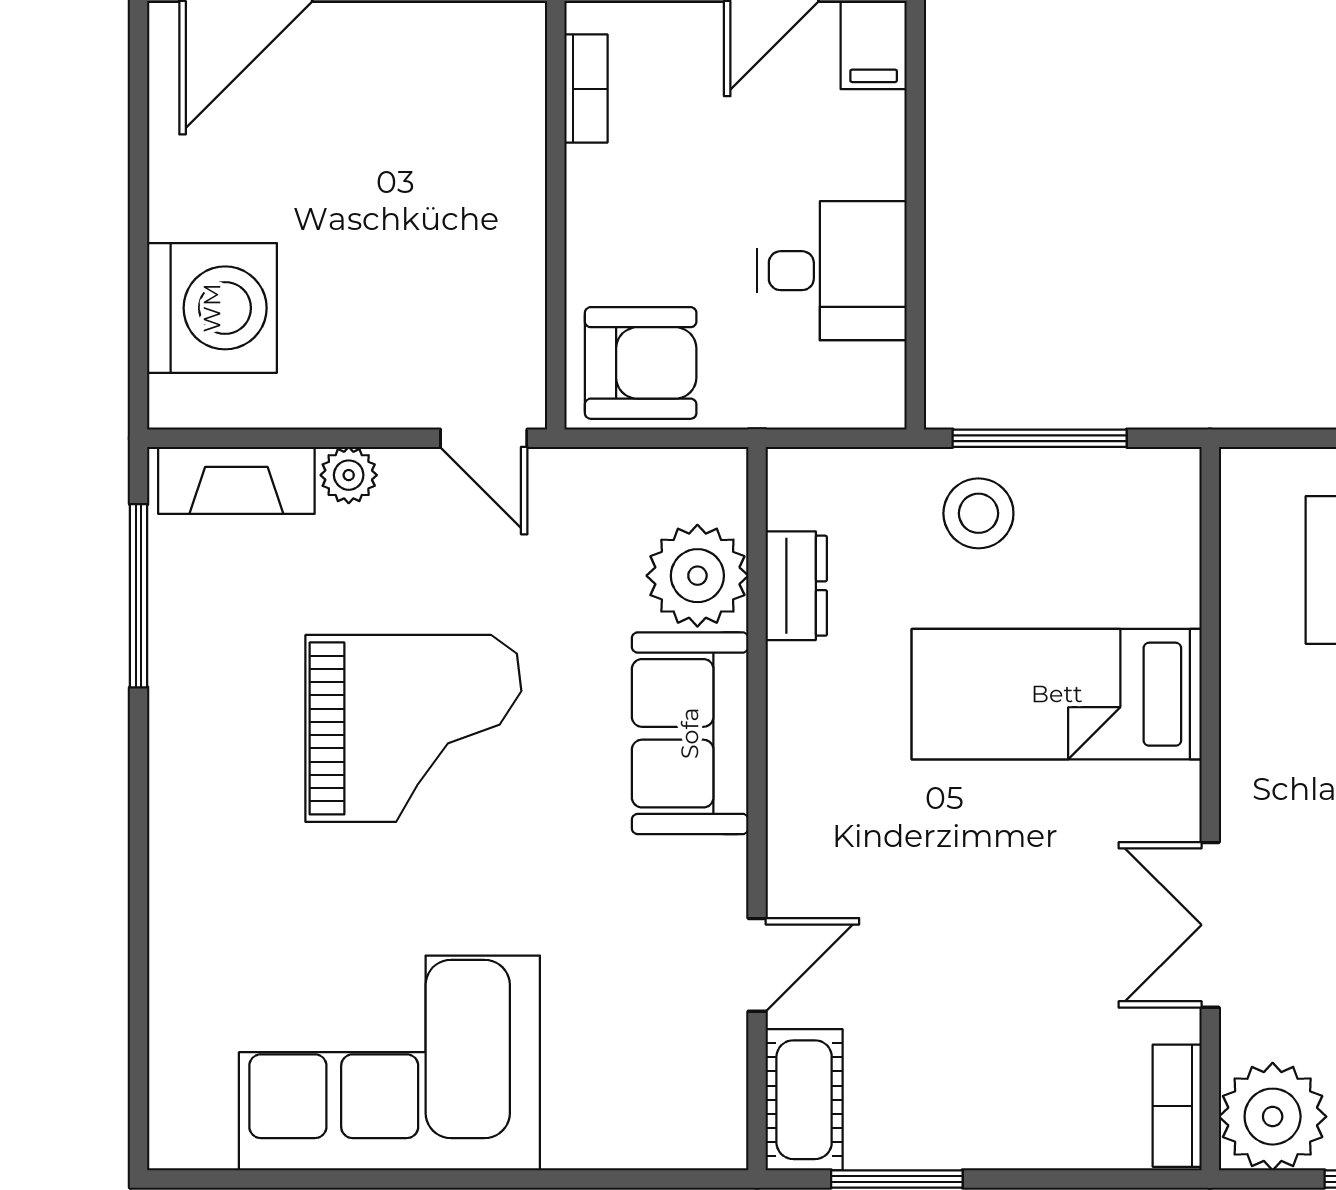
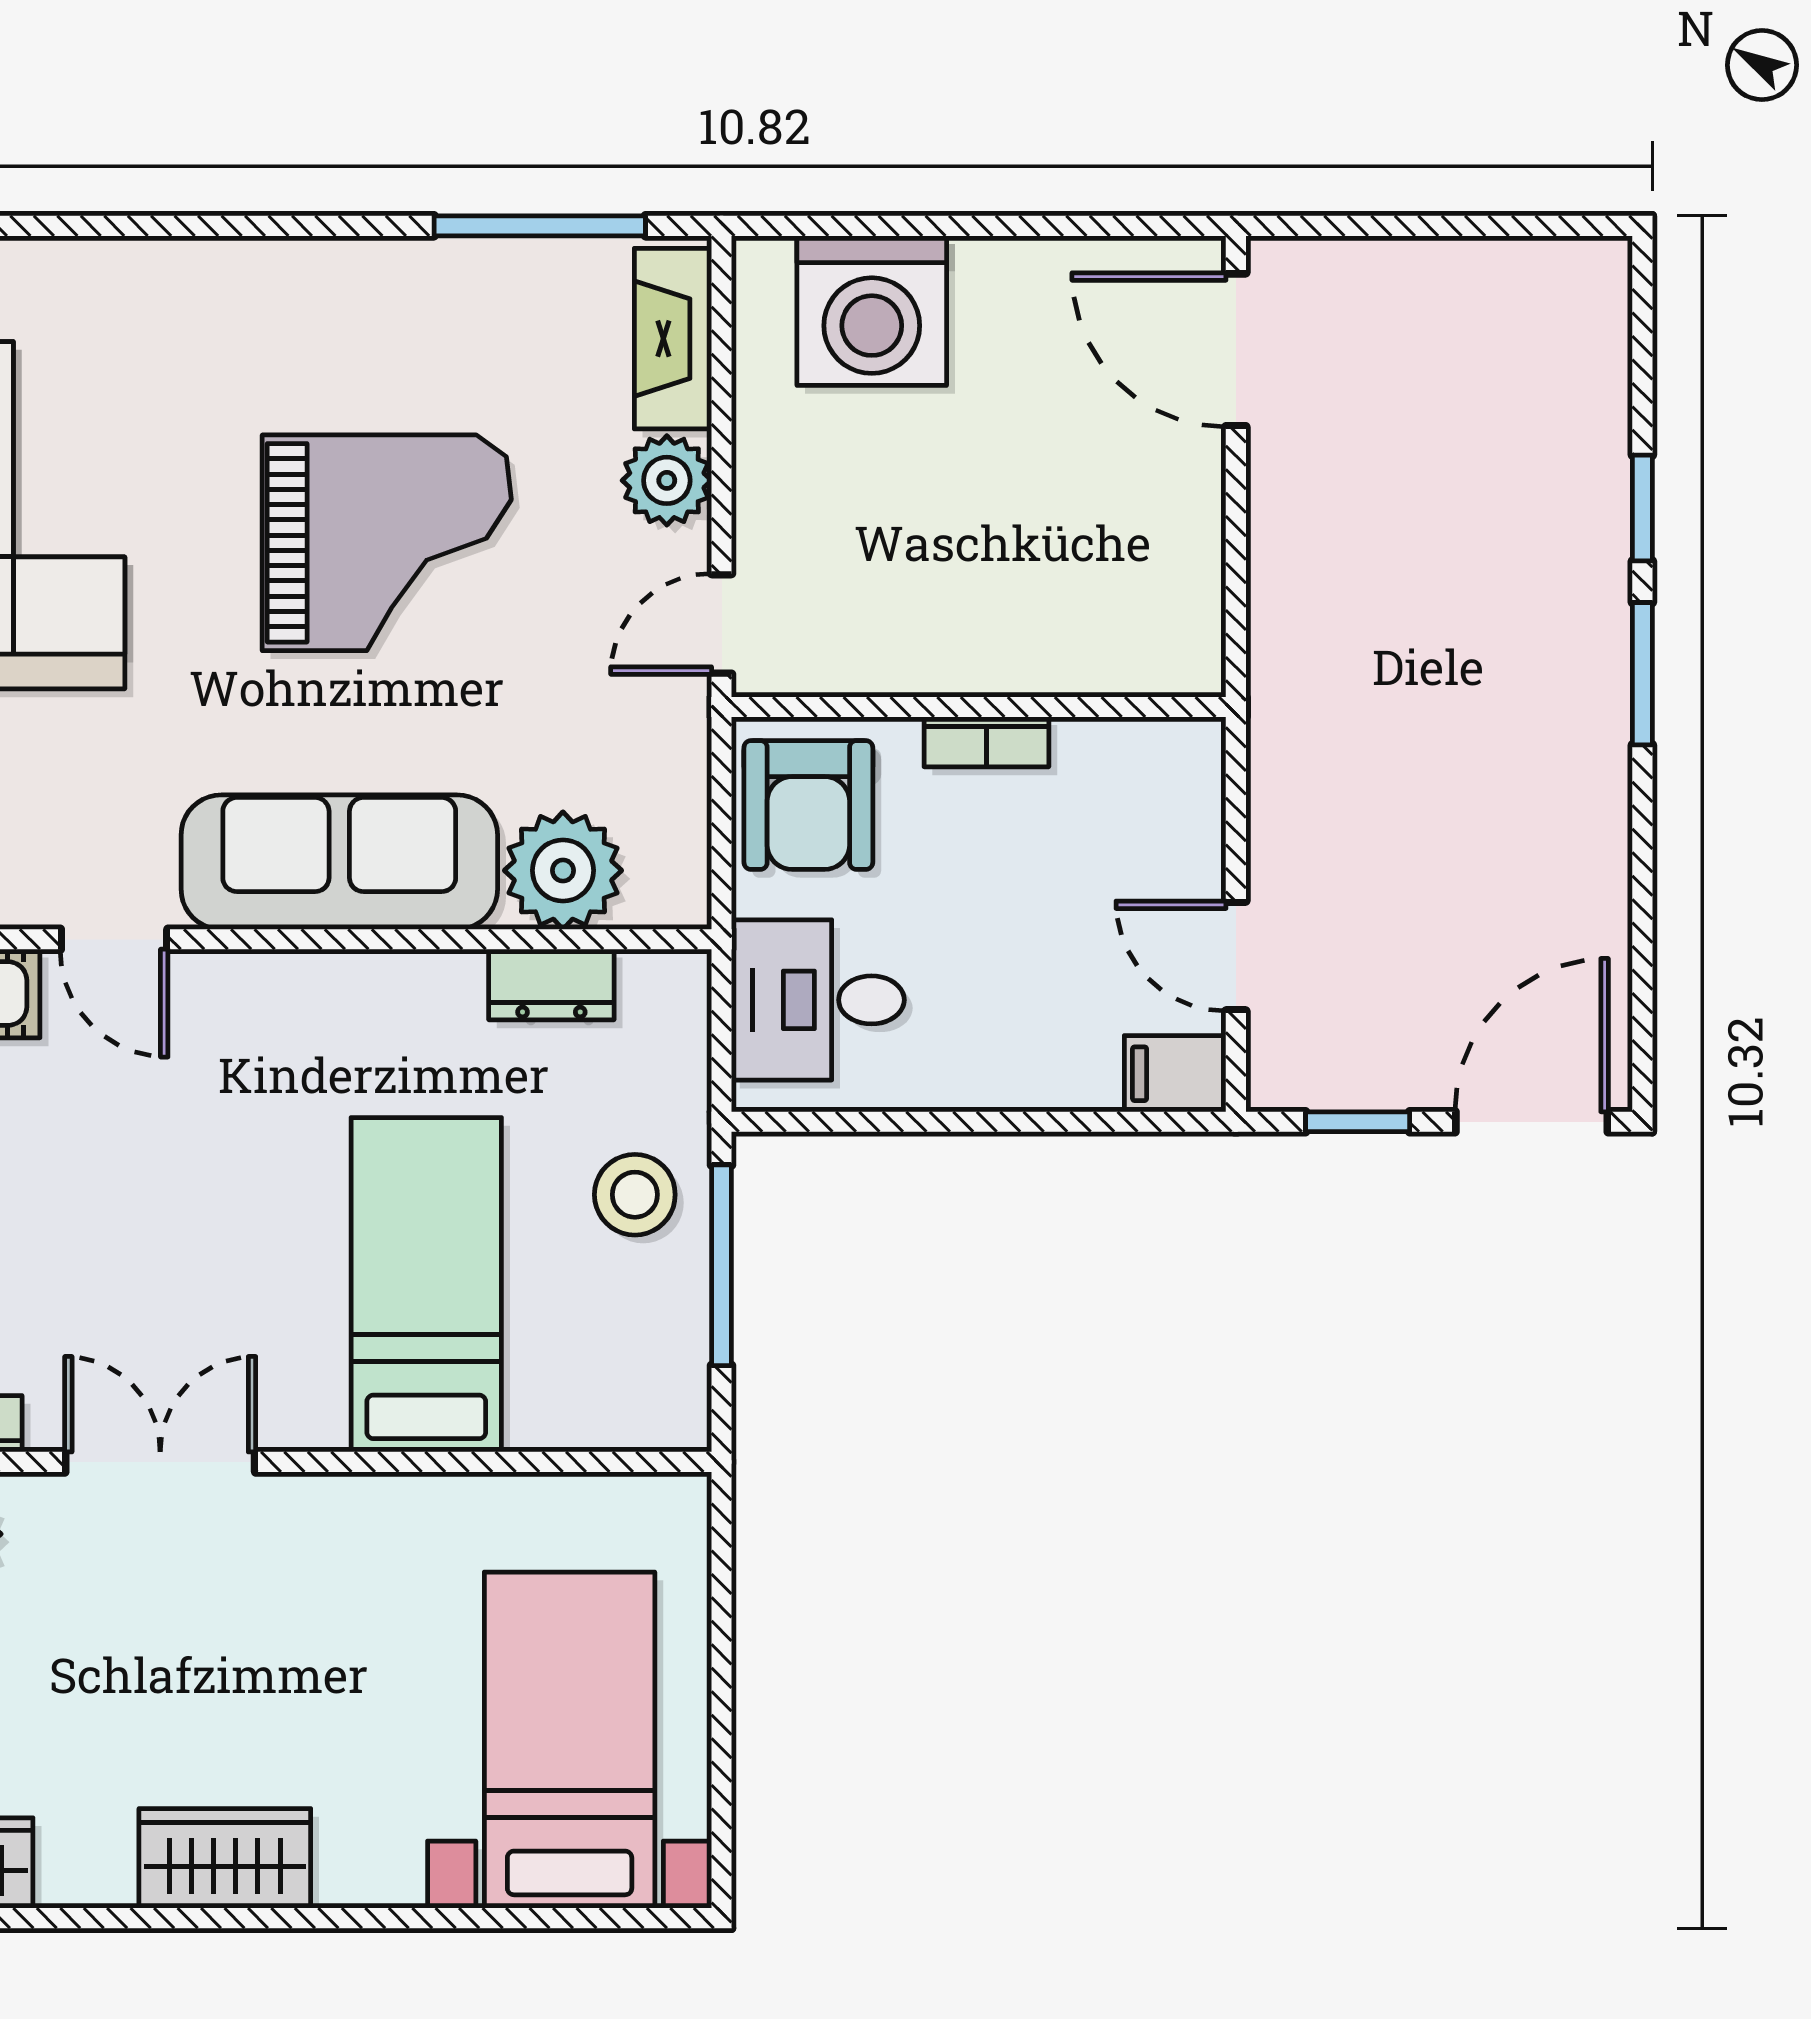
bookcase: (586, 89) -> (986, 742), moved
desk: (832, 271) -> (818, 1000), moved, turned 90
plant: (349, 475) -> (667, 480), width x1.38, depth x1.38
grand piano: (413, 728) -> (387, 543), turned -90
sofa: (690, 733) -> (339, 862), width x1.36

